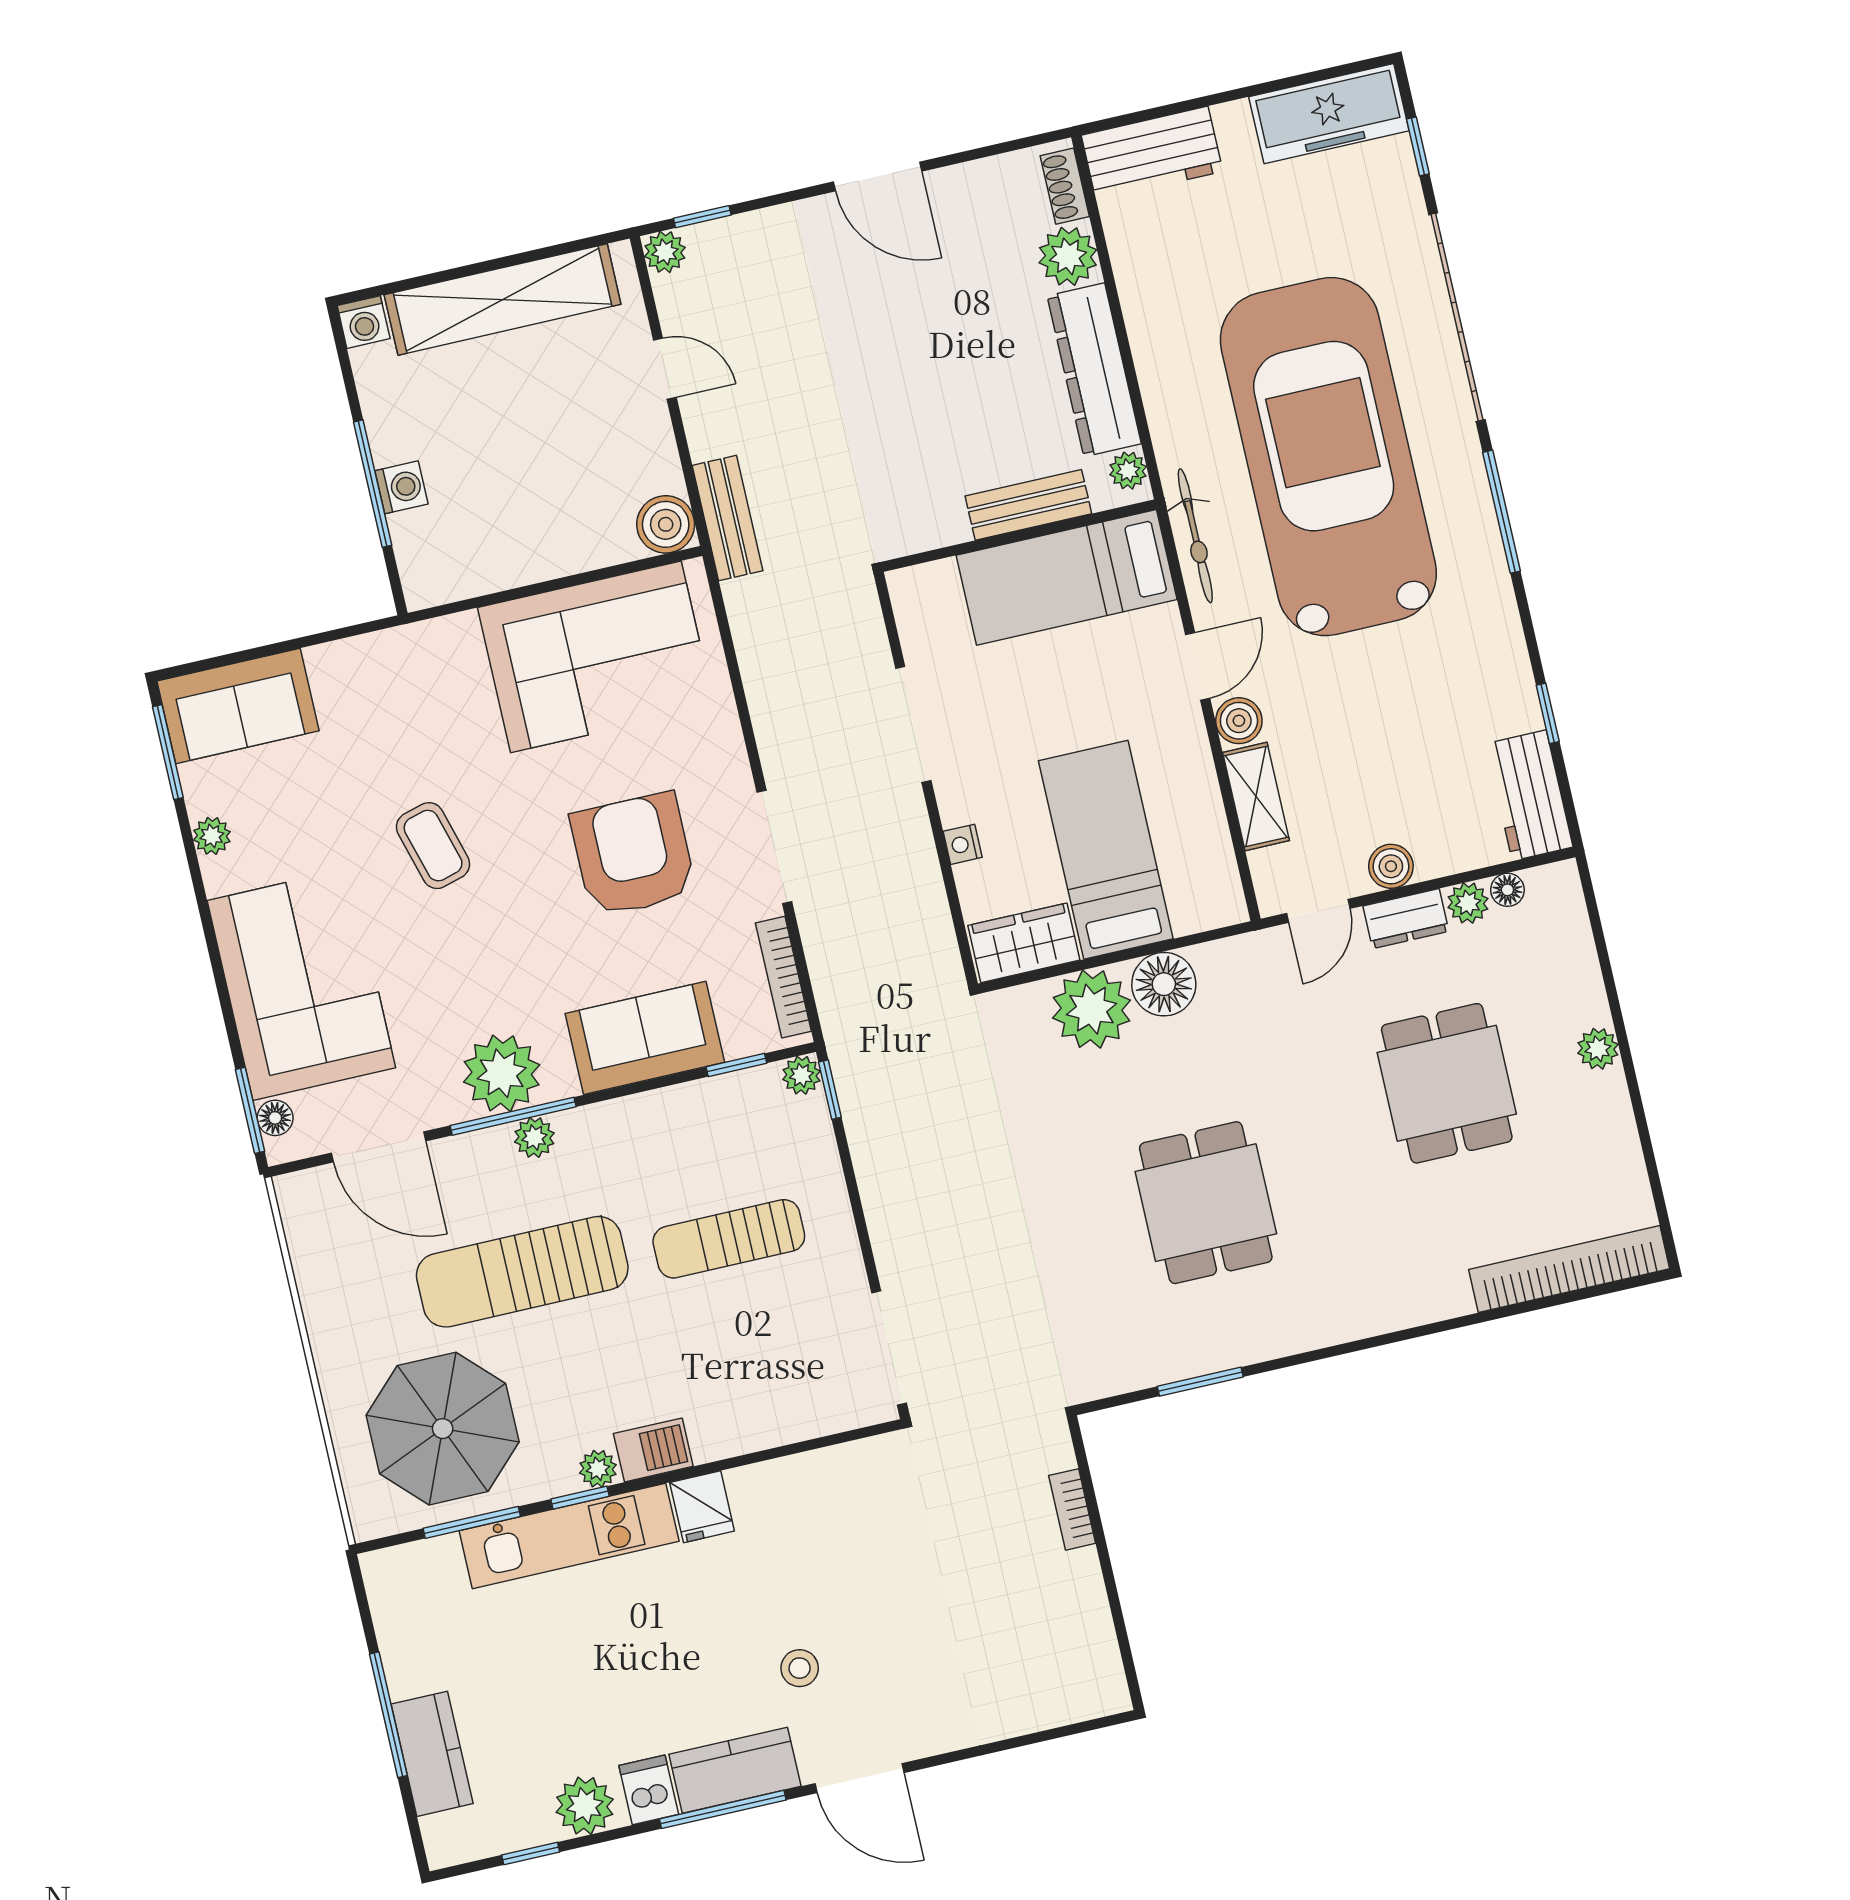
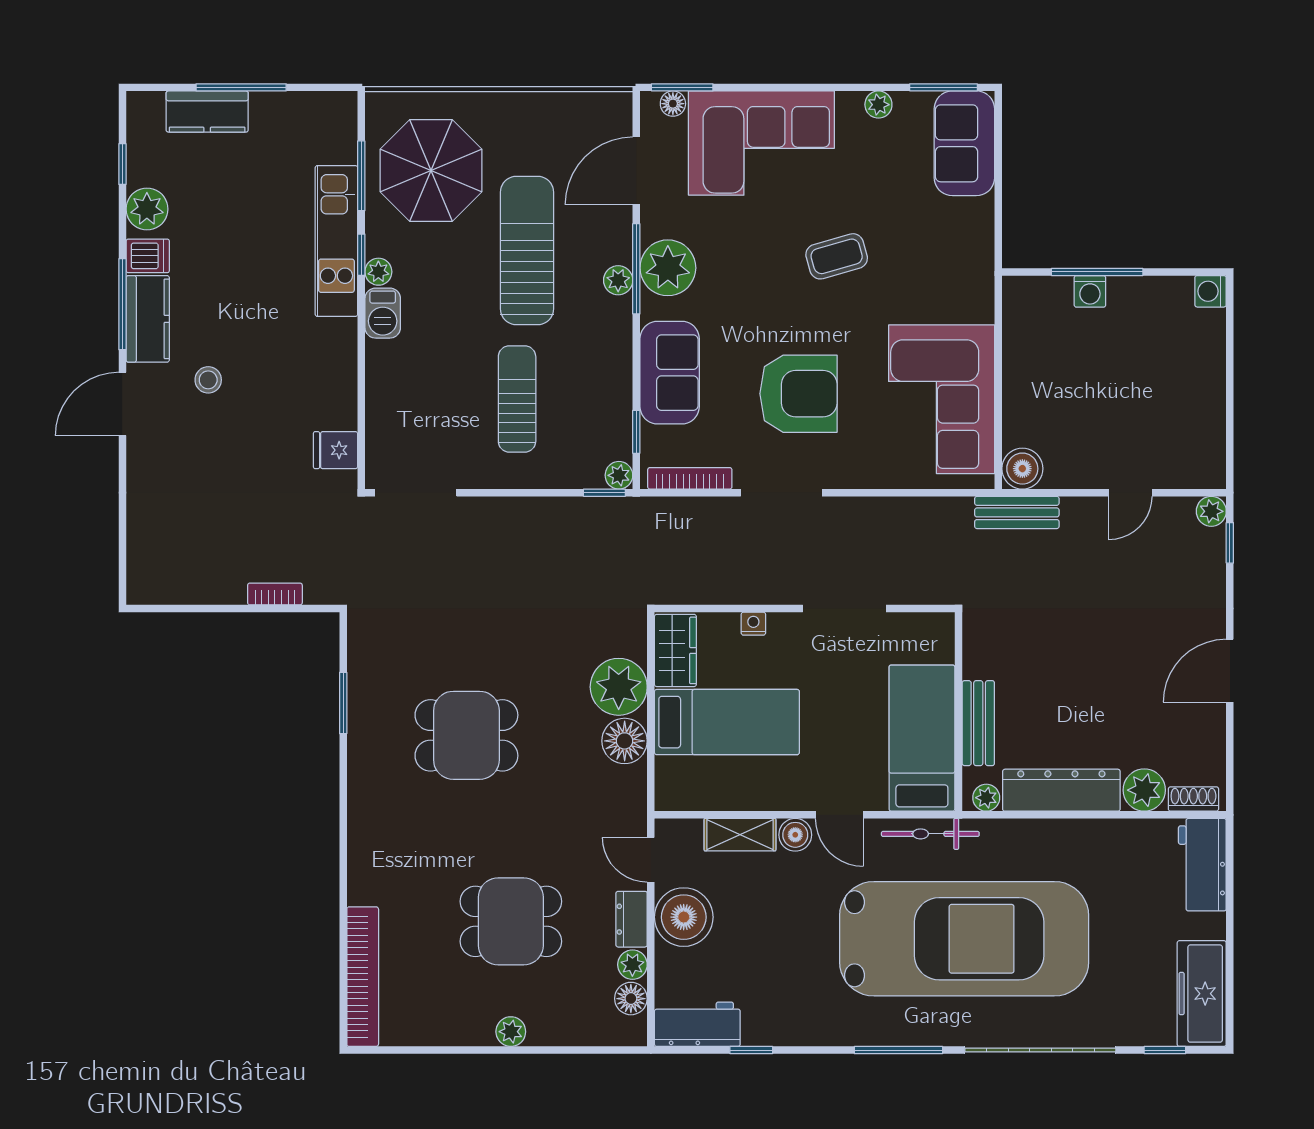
shelving: (503, 300) -> (1204, 391), removed
boiler: (1391, 866) -> (684, 917), width x1.86, depth x1.86
floor lamp: (1507, 890) -> (631, 999), width x1.37, depth x1.37
fridge: (702, 1507) -> (336, 450), moved

